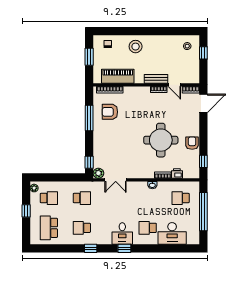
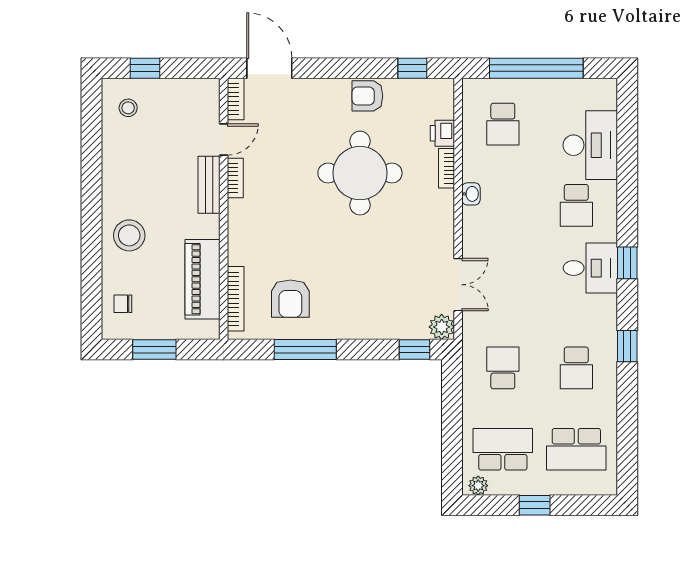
school desk: (49, 198) -> (503, 449), width x1.85

